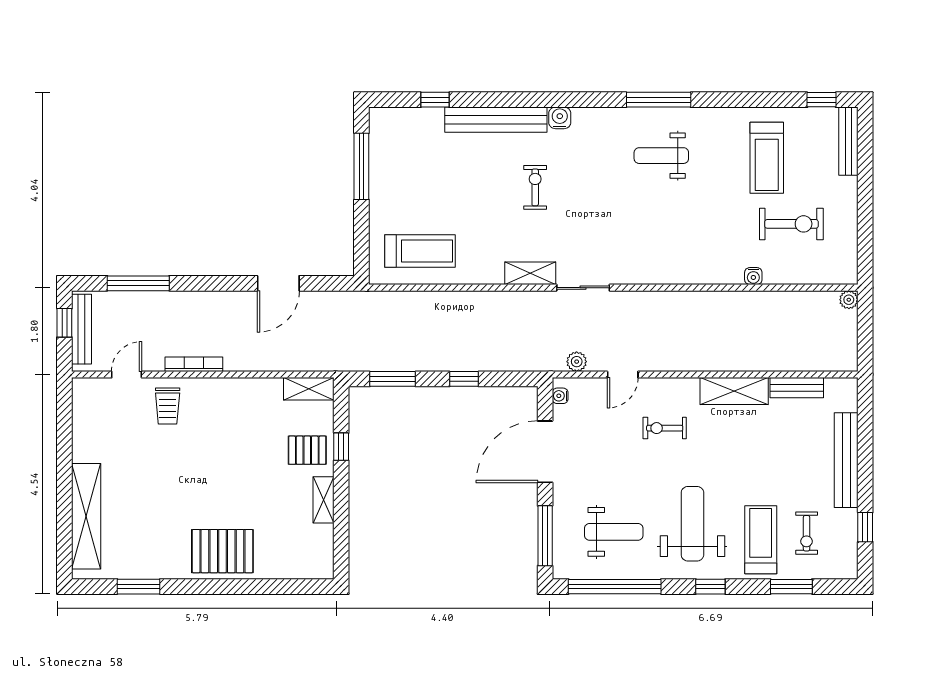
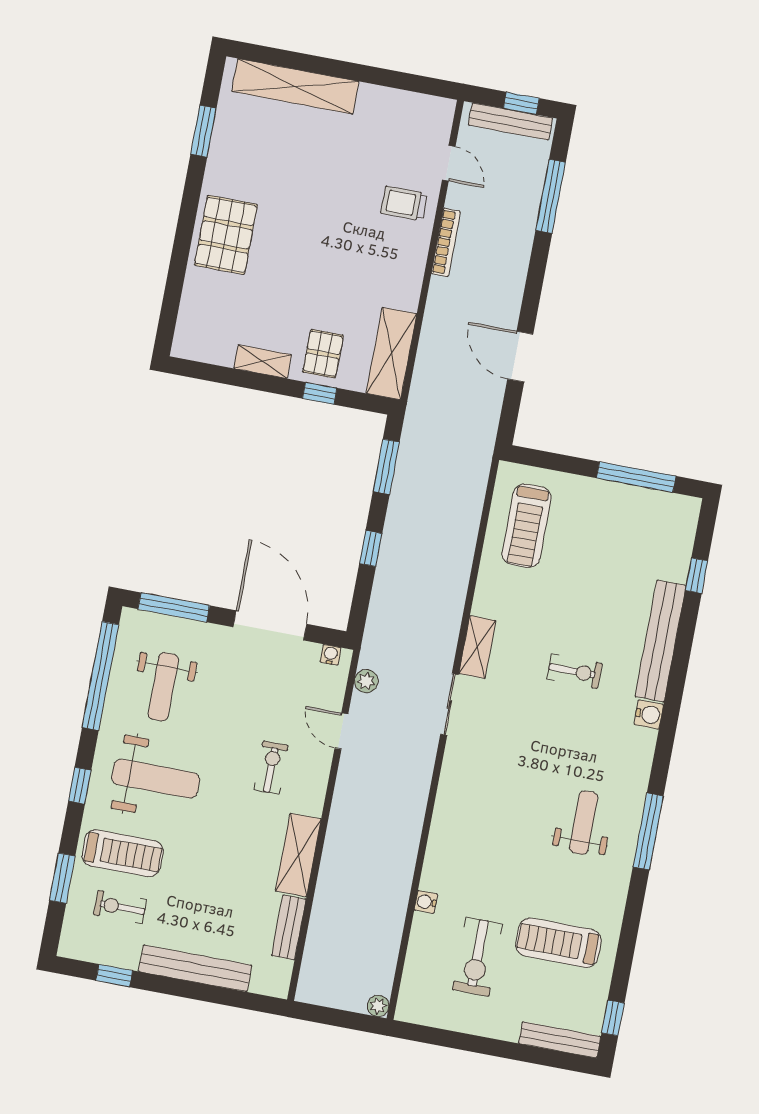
shelving: (309, 389) -> (391, 354), width x1.50, depth x1.33

